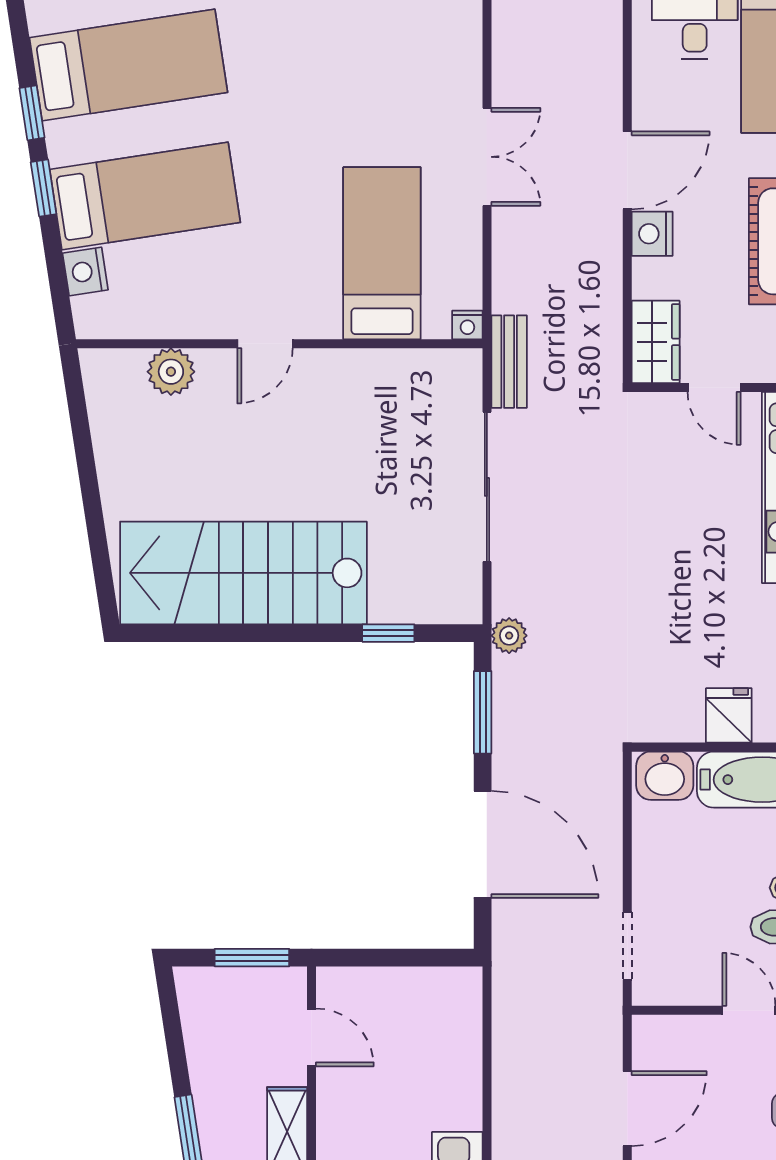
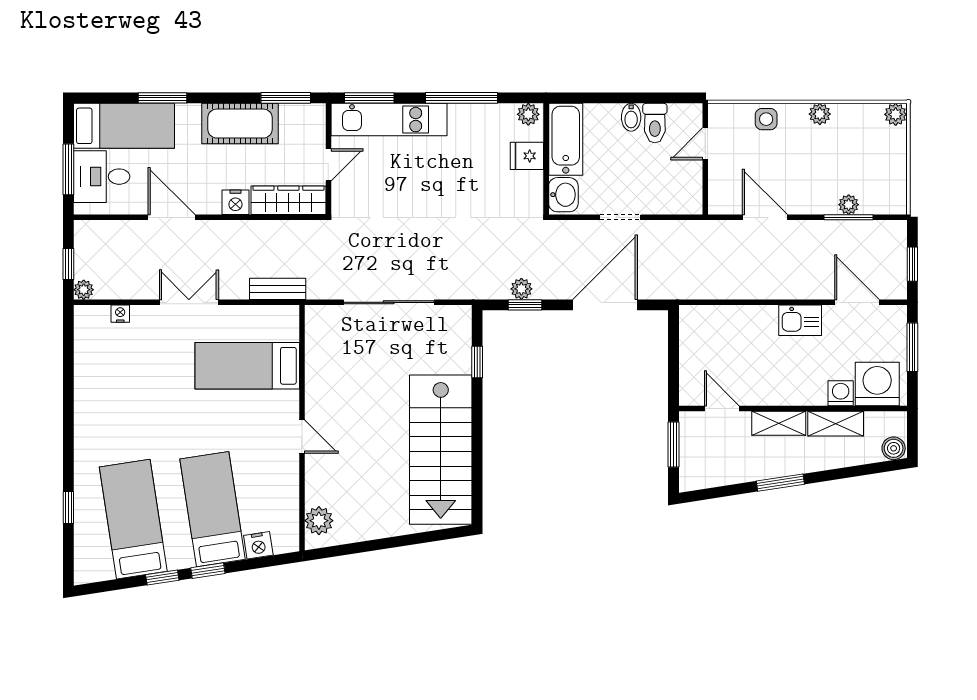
door: (627, 170) -> (172, 217), moved
nightstand: (467, 325) -> (120, 314), moved, turned -90
wardrobe: (656, 342) -> (288, 200), width x1.50
bench: (509, 362) -> (278, 289), moved
plant: (171, 372) -> (319, 521), moved
plant: (509, 636) -> (521, 289), moved
window: (483, 712) -> (525, 305), width x0.67
doorway: (627, 946) -> (620, 217), moved
door: (312, 1037) -> (722, 408), hinge flipped

